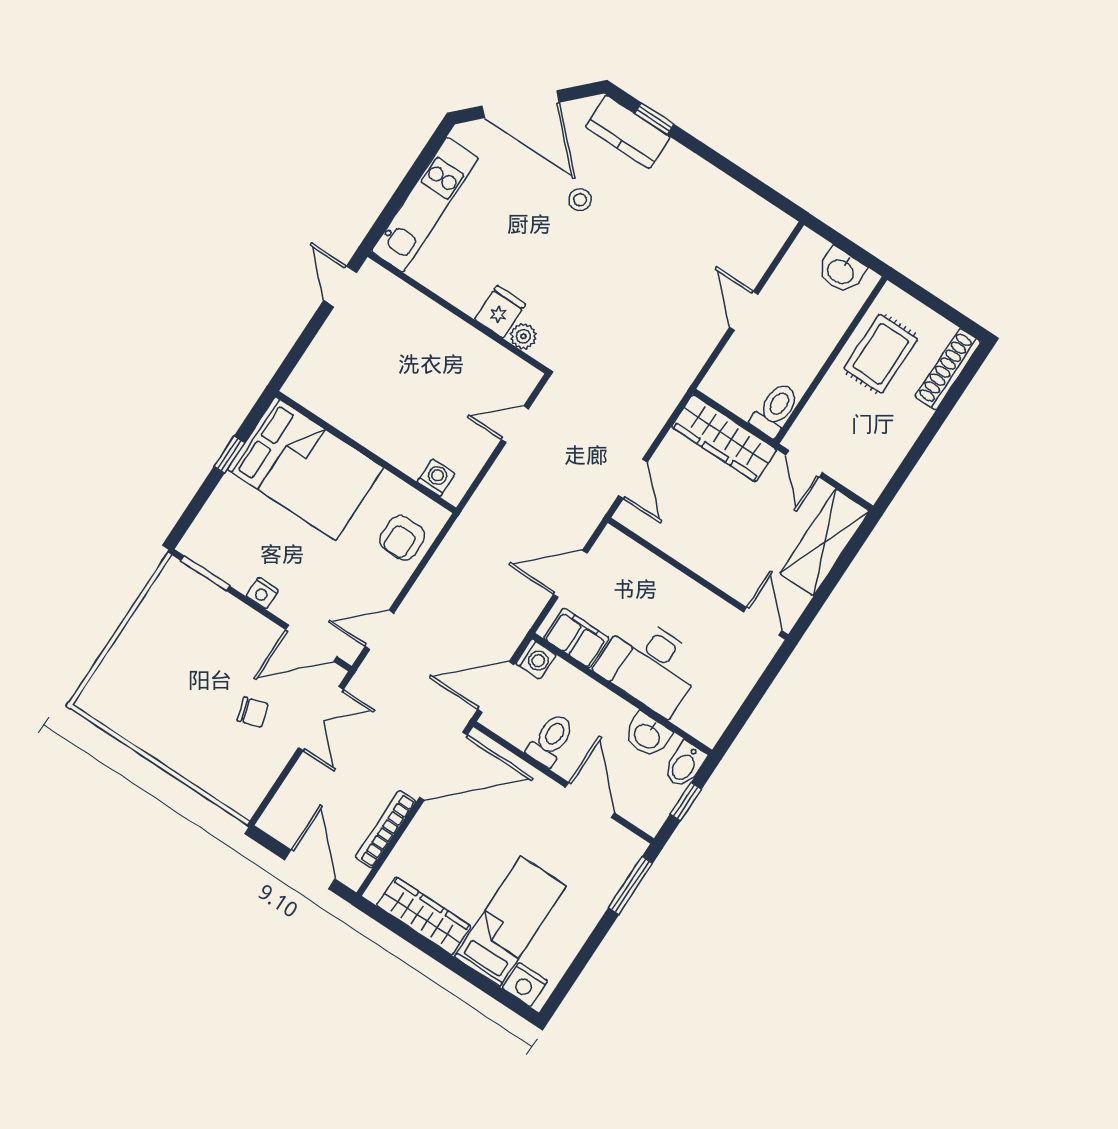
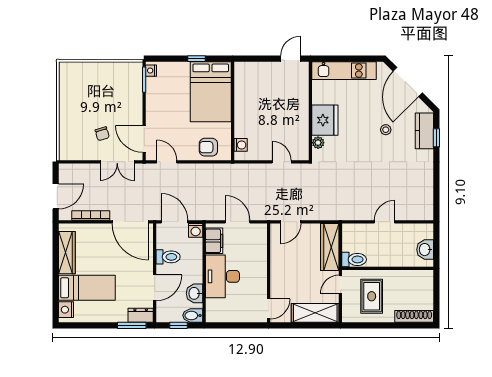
fridge: (500, 312) -> (325, 120), width x1.88, depth x1.34
rug: (881, 354) -> (372, 296), moved, turned 90
nightstand: (262, 593) -> (151, 71), moved
dresser: (623, 858) -> (141, 315), added

